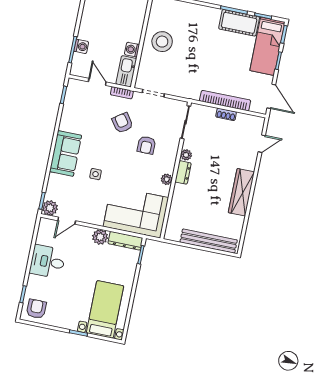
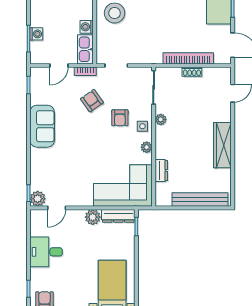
door: (97, 82) -> (59, 65), swing flipped
sofa: (66, 153) -> (42, 126), moved
dresser: (183, 172) -> (161, 171), moved
side table: (96, 174) -> (142, 126), moved

